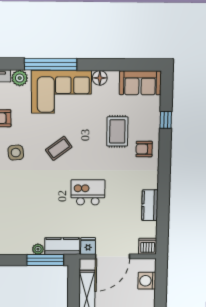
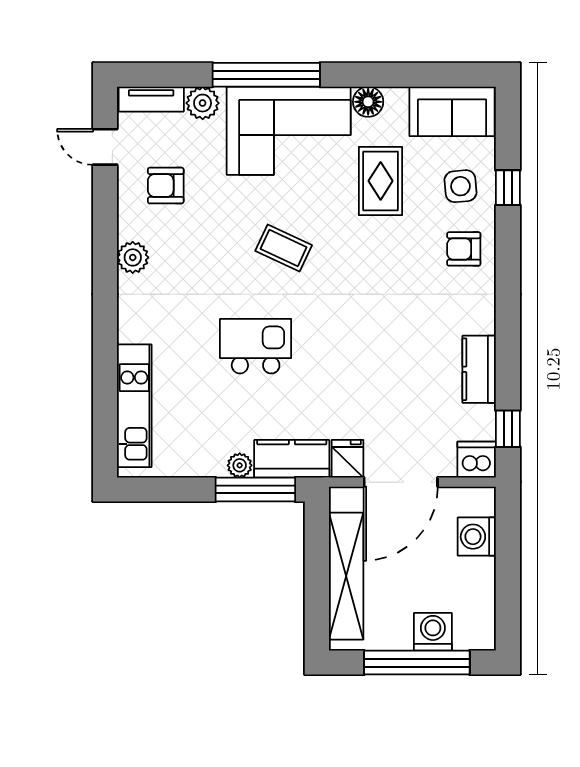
rug: (117, 131) -> (381, 181), moved
coffee table: (59, 148) -> (284, 248), turned 61
side table: (16, 153) -> (461, 186), moved
kitchen island: (88, 192) -> (256, 346), moved
window: (162, 232) -> (508, 429), added

